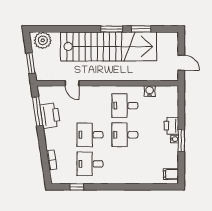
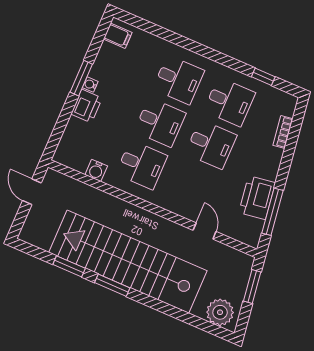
desk: (125, 164) -> (179, 80), added

